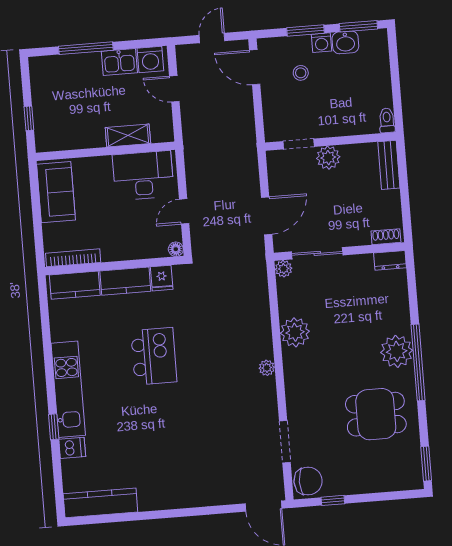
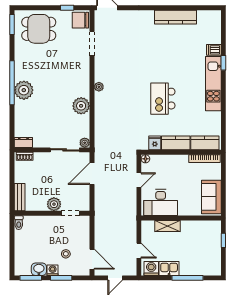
dining table: (376, 414) -> (39, 29), moved
kitchen counter: (100, 503) -> (176, 17), moved

